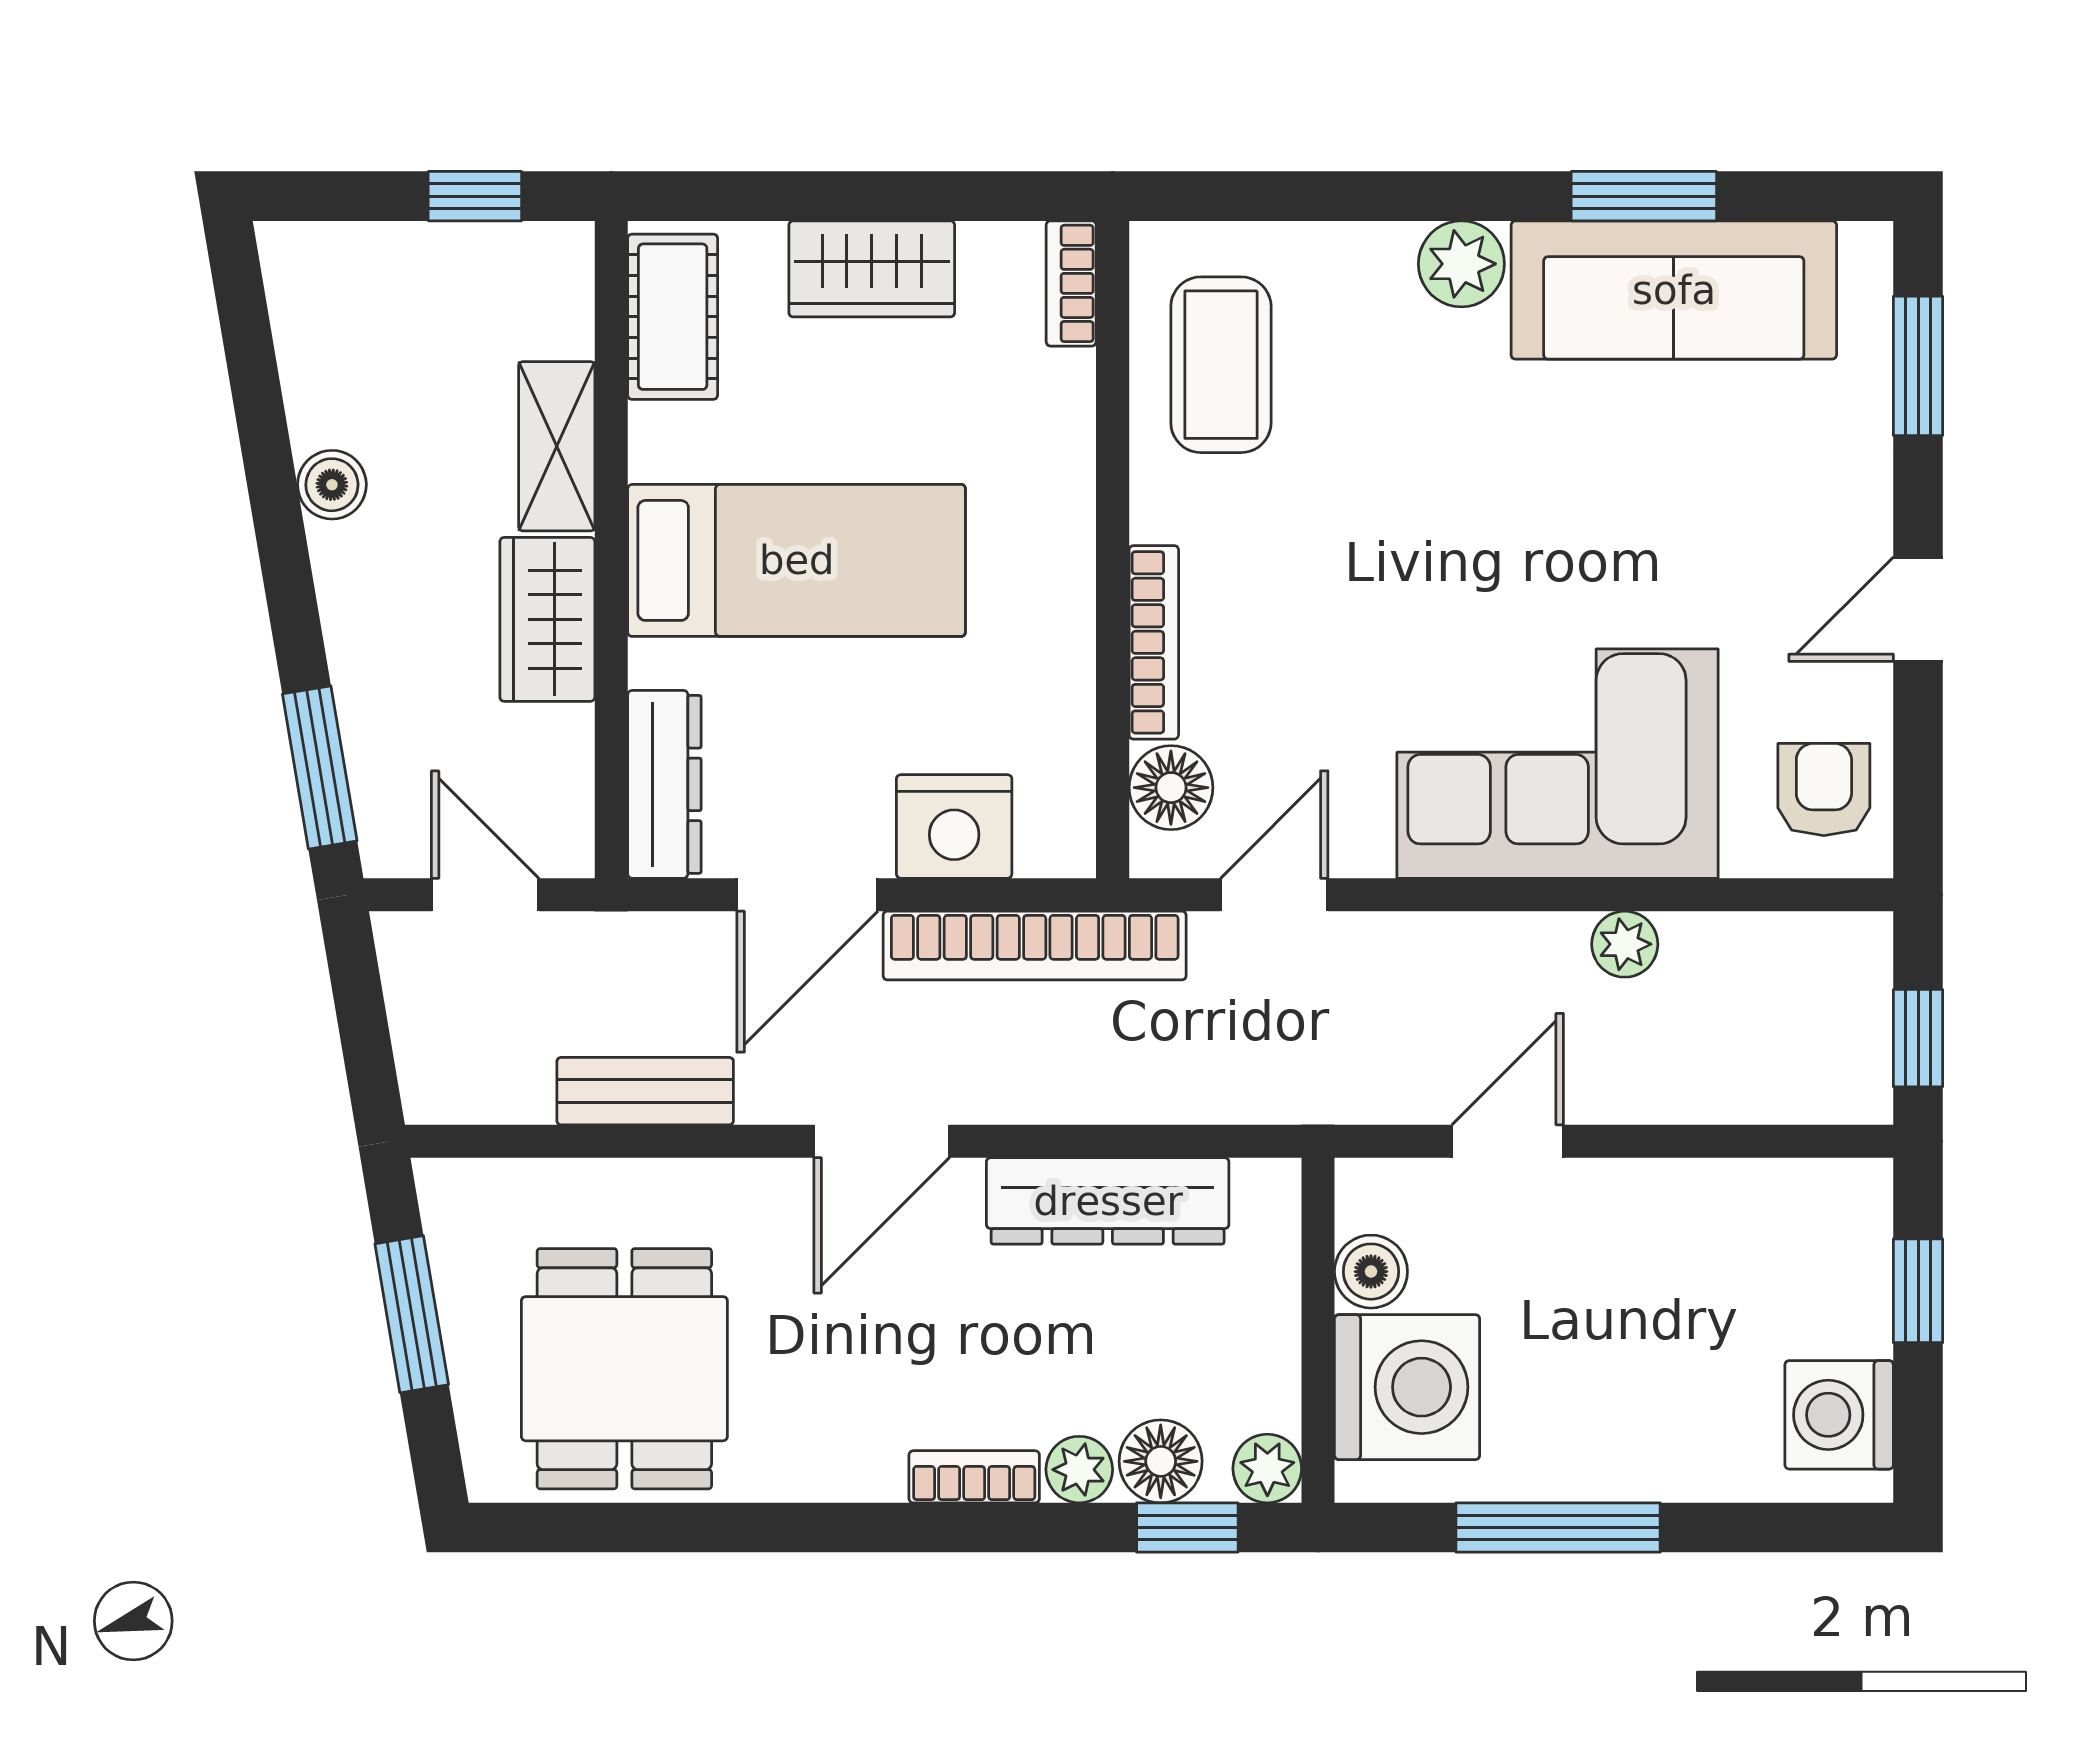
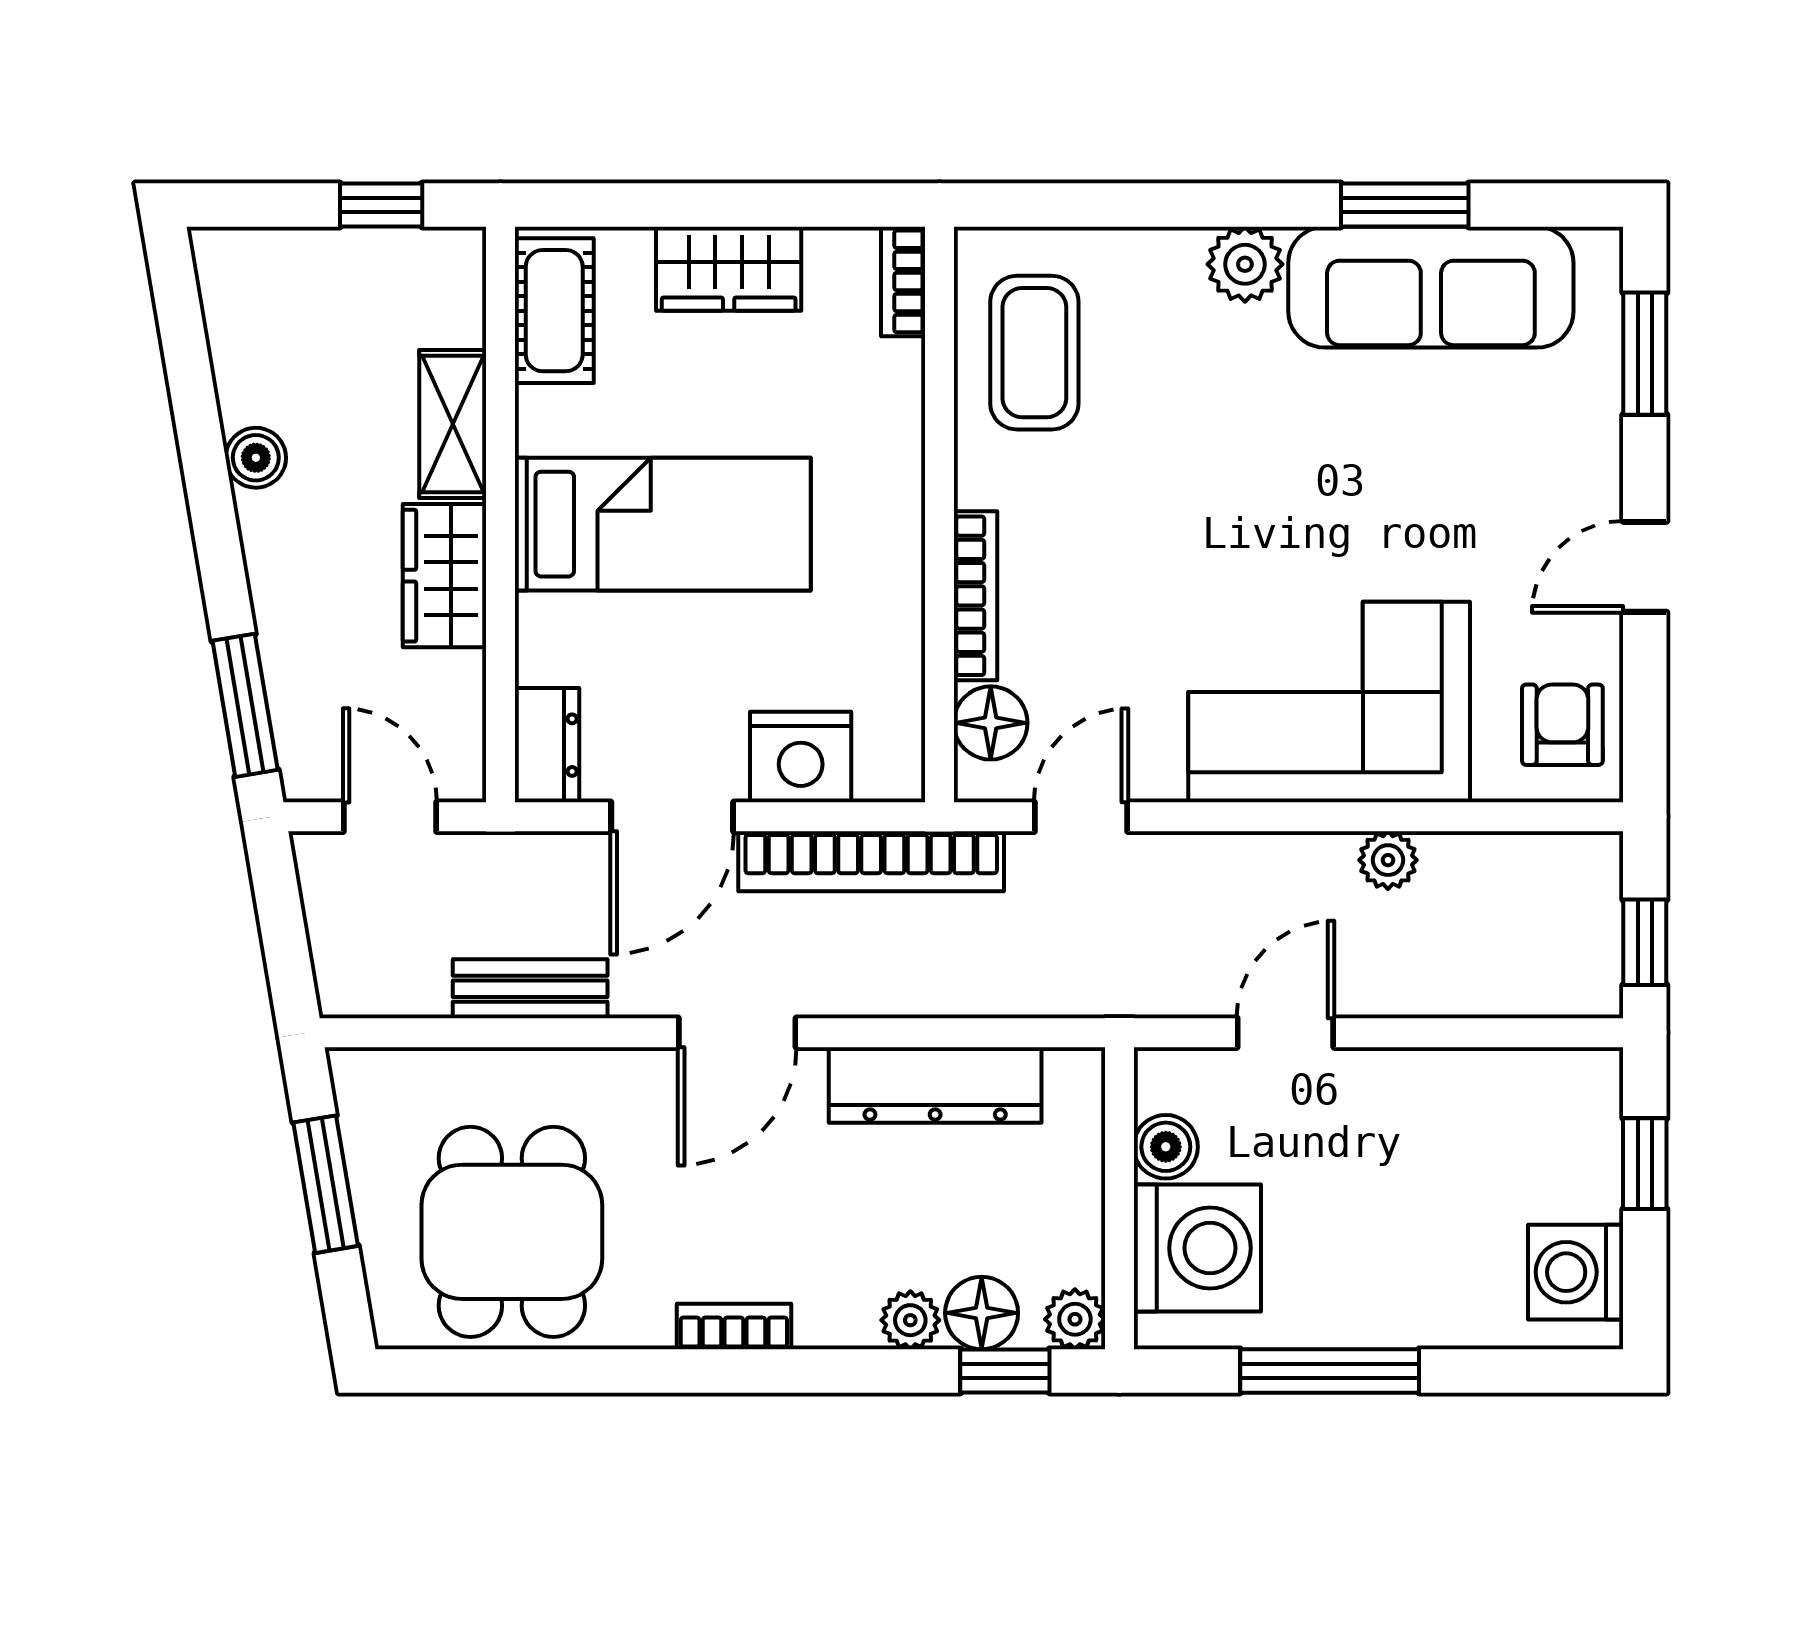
dresser: (664, 784) -> (547, 745), width x0.70
bookcase: (974, 1477) -> (734, 1327), moved

